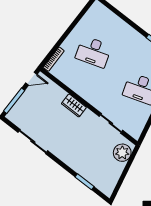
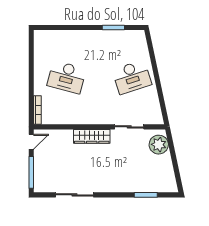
desk: (93, 52) -> (67, 77), turned 33
wardrobe: (74, 106) -> (92, 136), width x1.50

